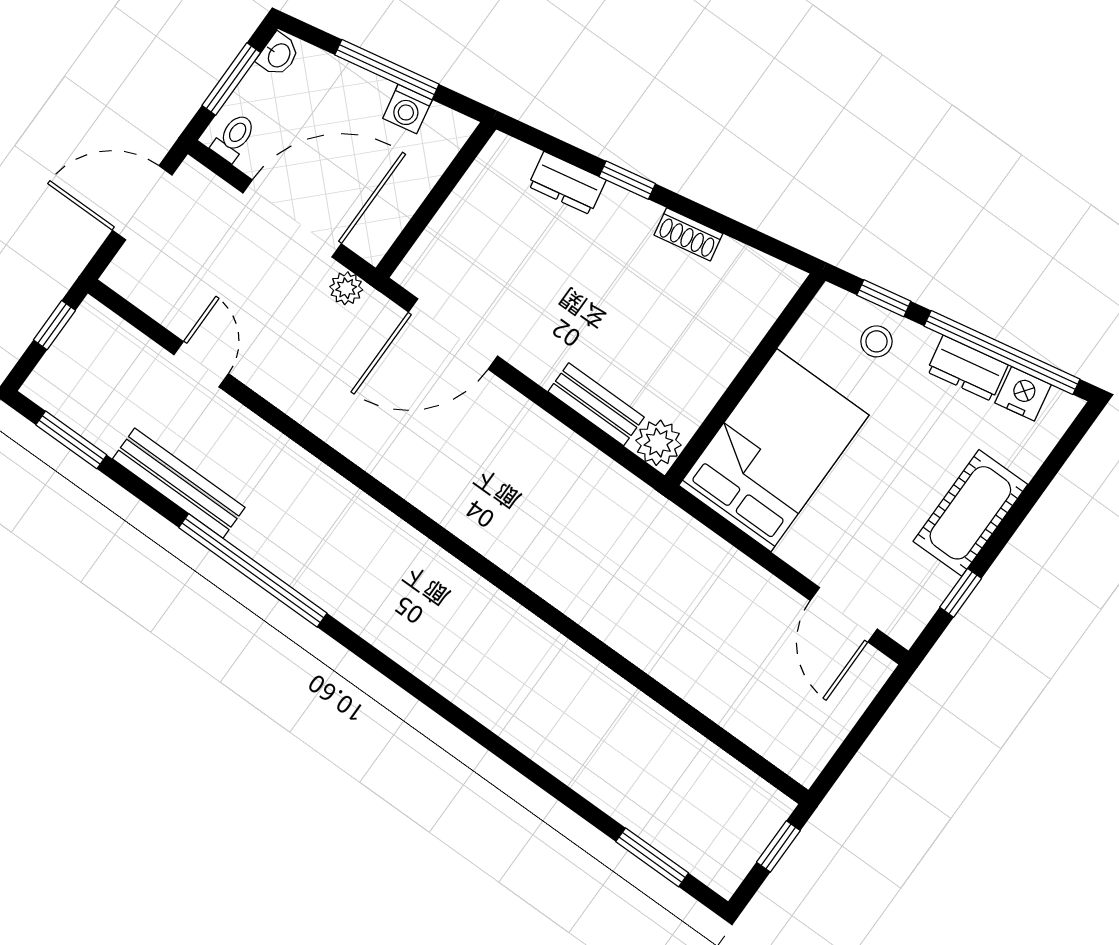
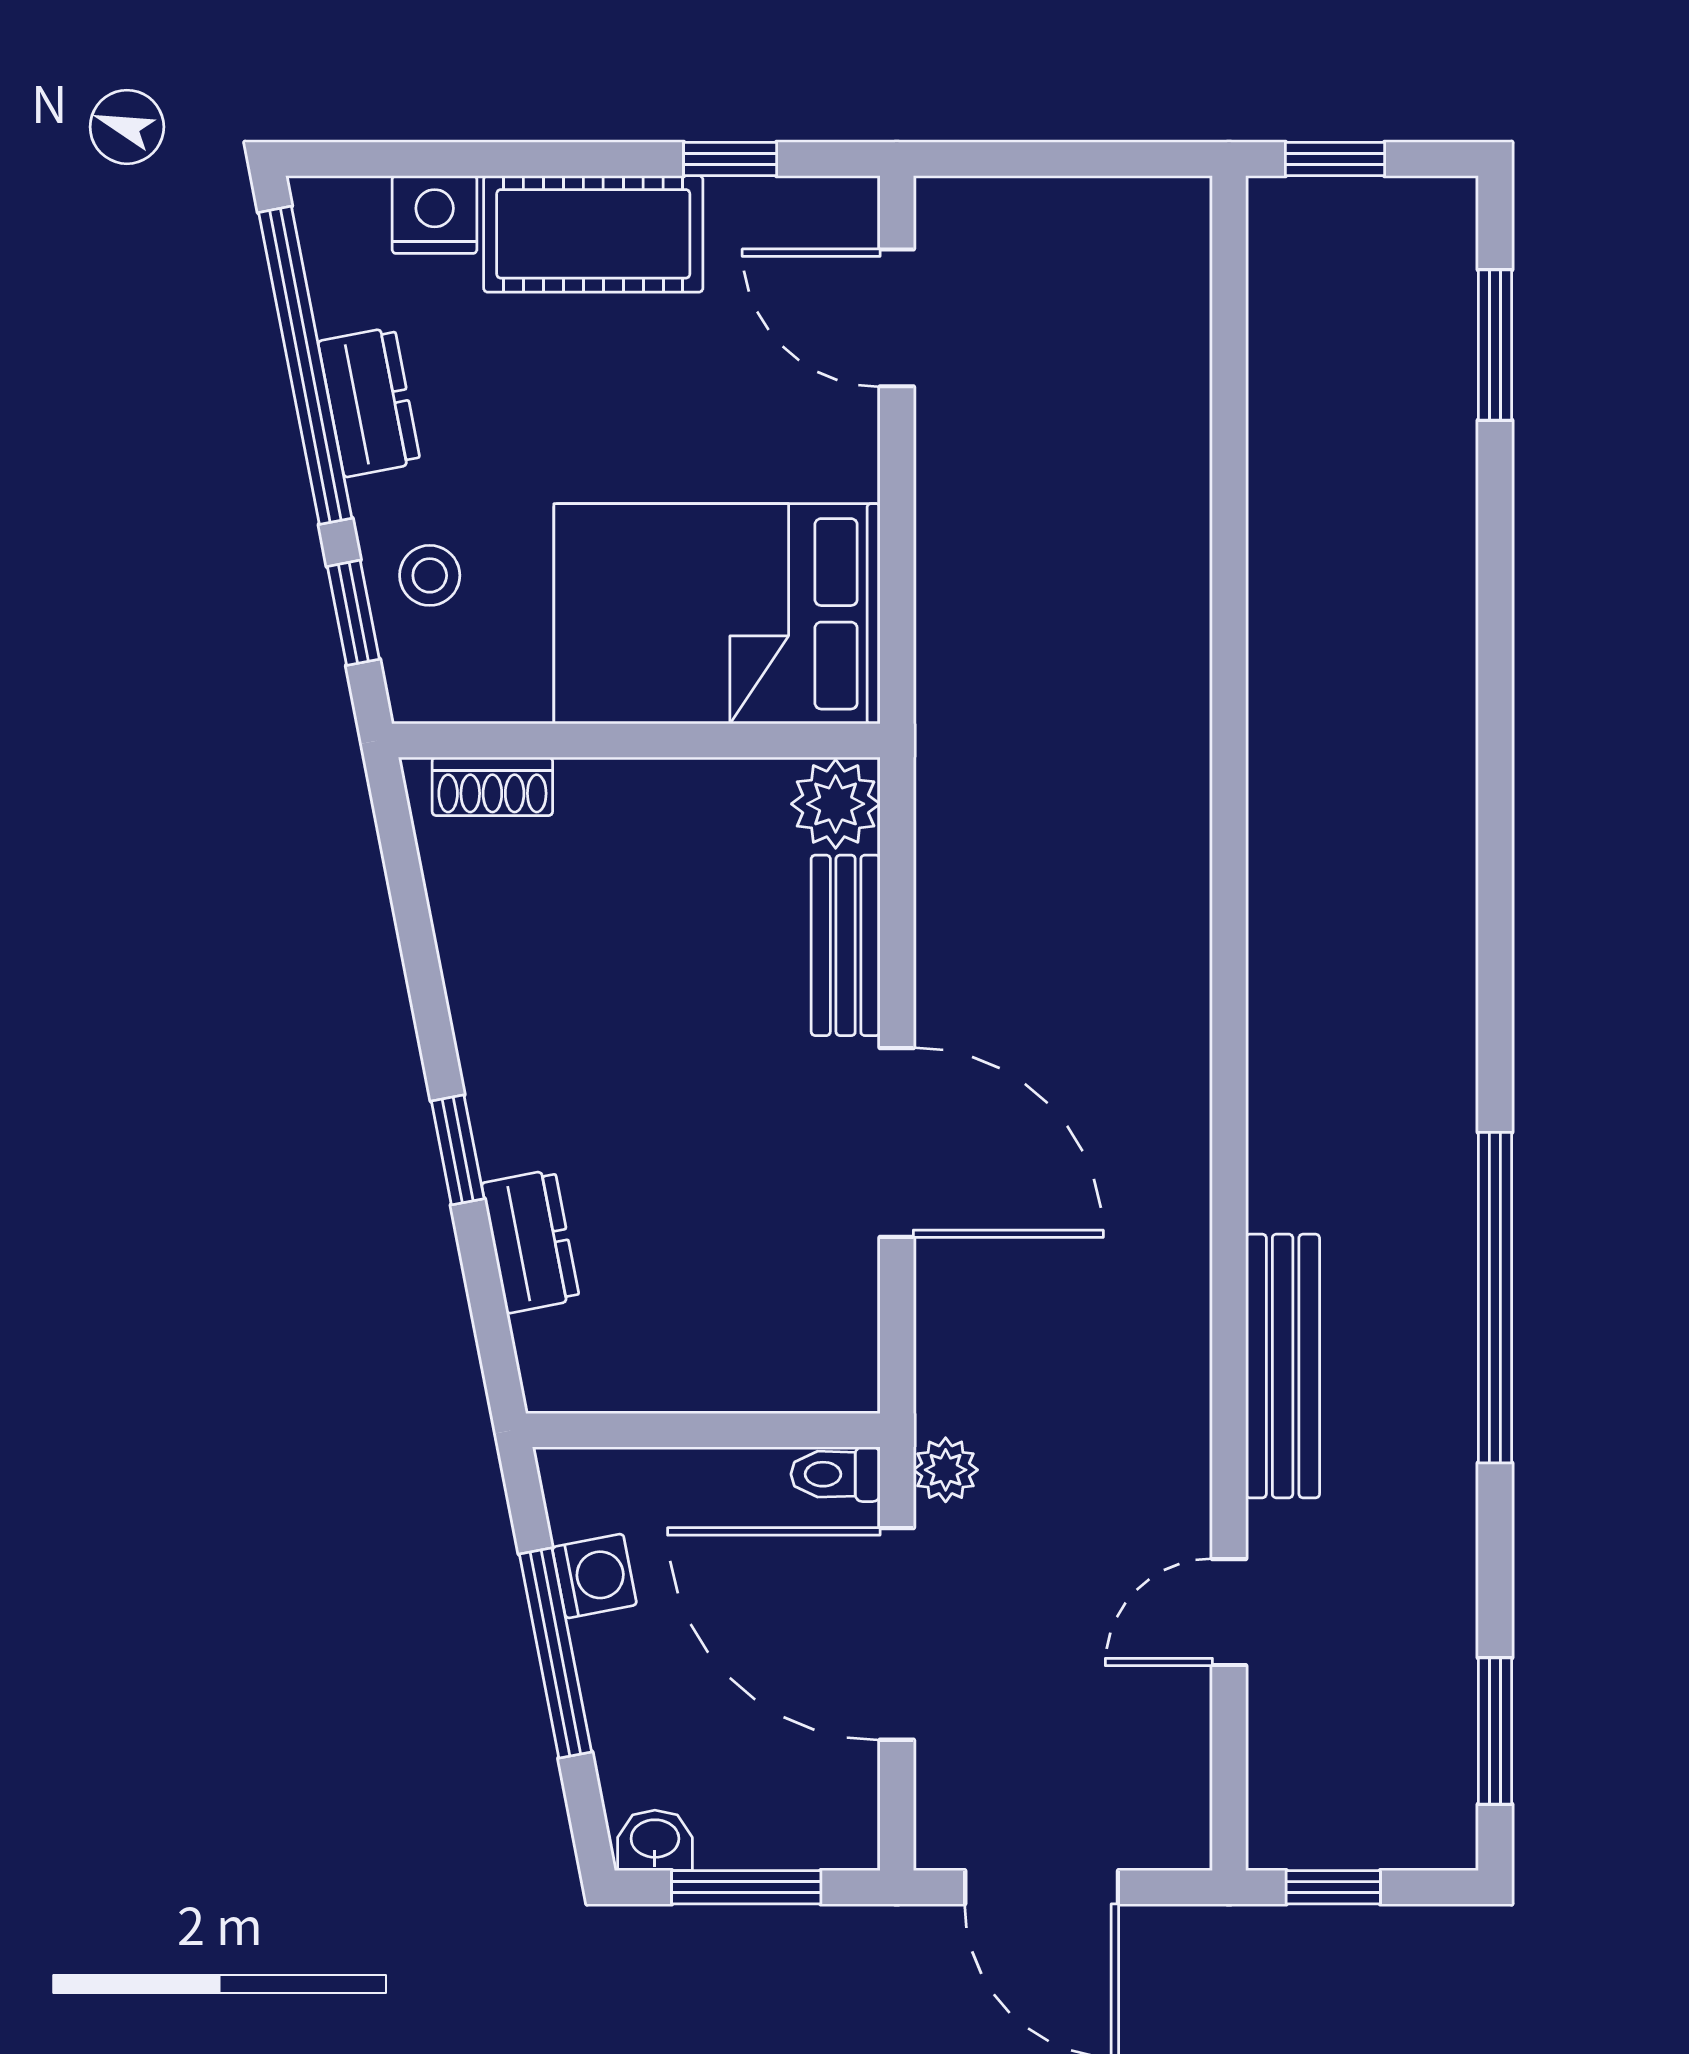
toilet: (234, 138) -> (835, 1474), moved
shoe rack: (688, 234) -> (492, 786), moved, turned 101
door: (453, 334) -> (897, 1142), moved
nightstand: (1023, 394) -> (435, 215), moved, turned 101
bench: (179, 483) -> (1283, 1366), moved
door: (844, 615) -> (897, 318), swing flipped

